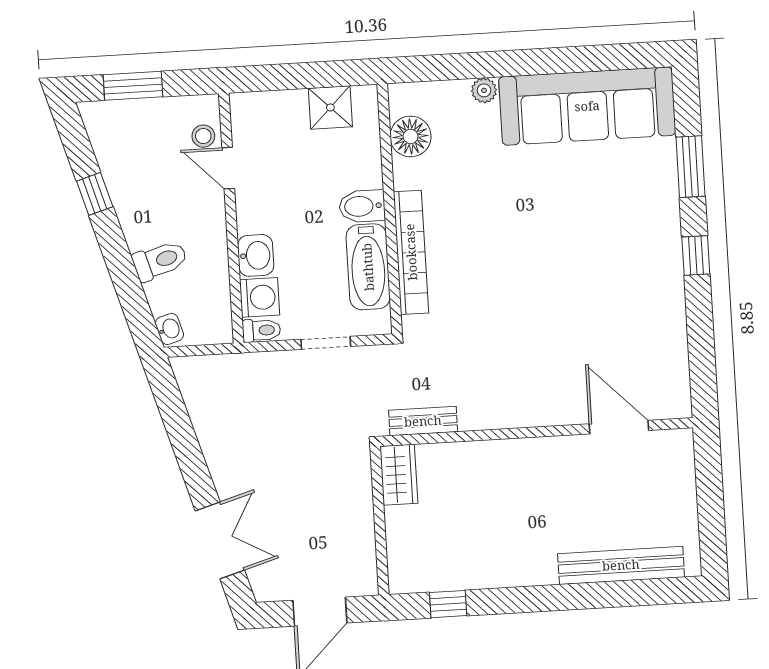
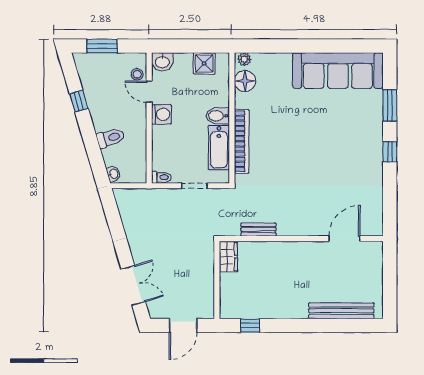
plant: (484, 90) -> (244, 59), moved
washbasin: (256, 255) -> (162, 62), moved, turned 90
washing machine: (260, 297) -> (161, 114), moved
bench: (423, 421) -> (258, 229), moved
door: (619, 427) -> (344, 239), hinge flipped

